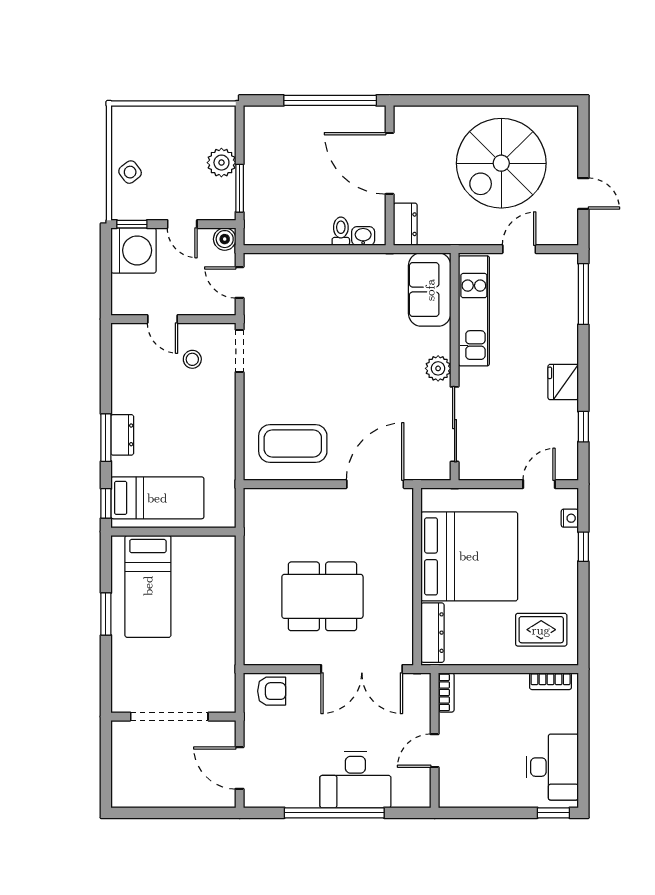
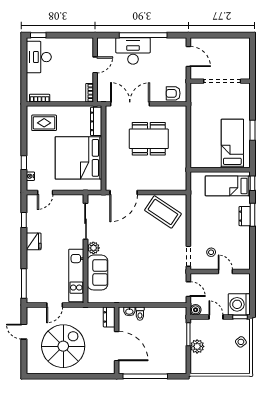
sofa: (430, 290) -> (97, 273), moved
coffee table: (293, 443) -> (163, 212), turned 34

